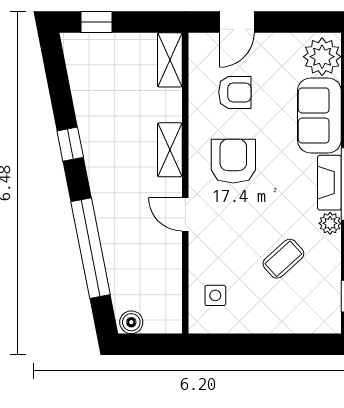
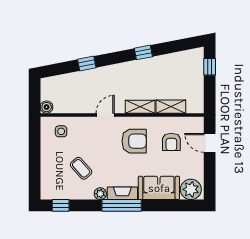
shelving: (170, 60) -> (171, 107), moved
window: (91, 248) -> (87, 63), width x0.32
boiler: (131, 322) -> (47, 107), moved

